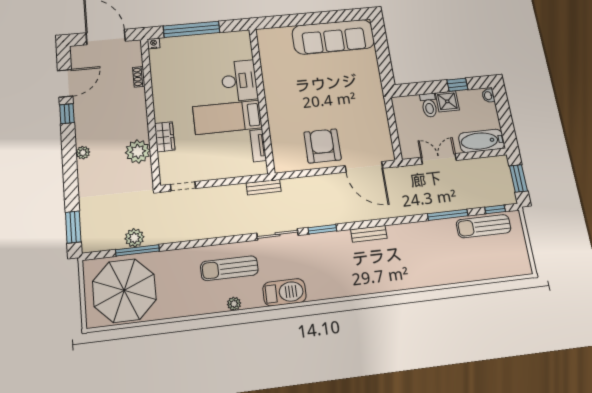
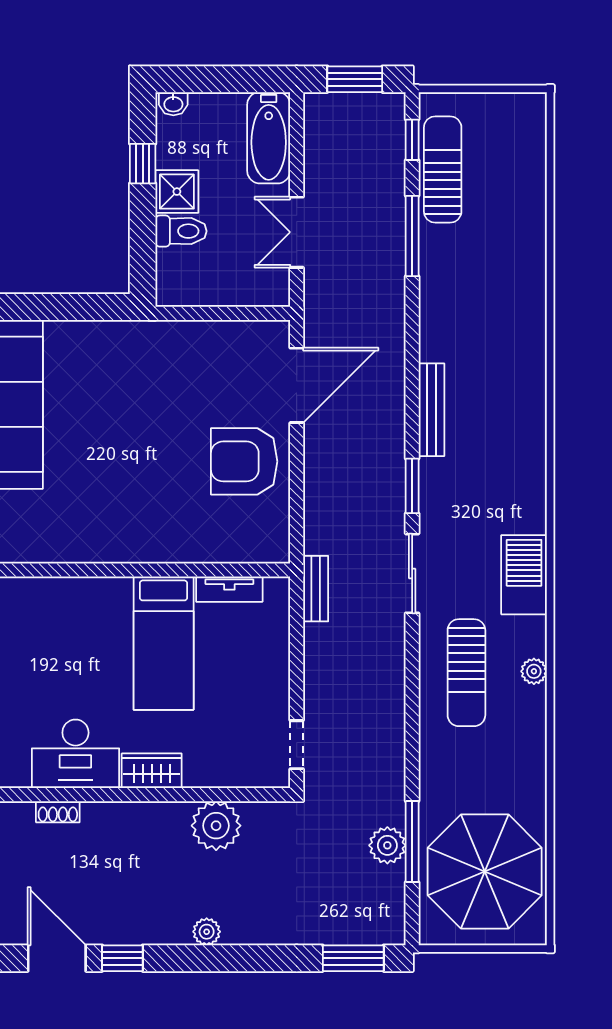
desk: (239, 81) -> (75, 754), moved, turned 180
wardrobe: (165, 137) -> (152, 771), moved
sun lounger: (484, 226) -> (443, 169), turned 180
bench: (369, 234) -> (432, 410), width x1.36

